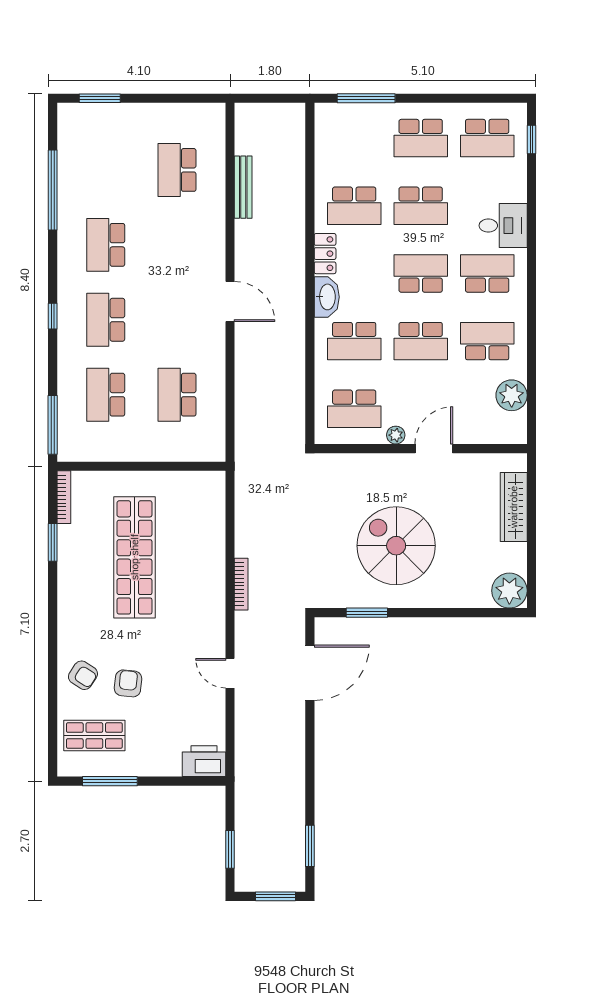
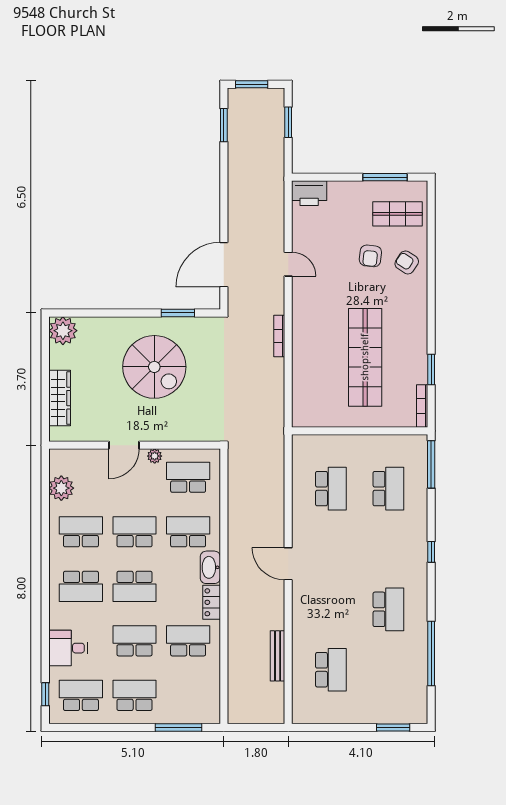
desk: (503, 226) -> (68, 648), moved
school desk: (106, 320) -> (388, 549), removed
school desk: (487, 341) -> (81, 532), turned 180

